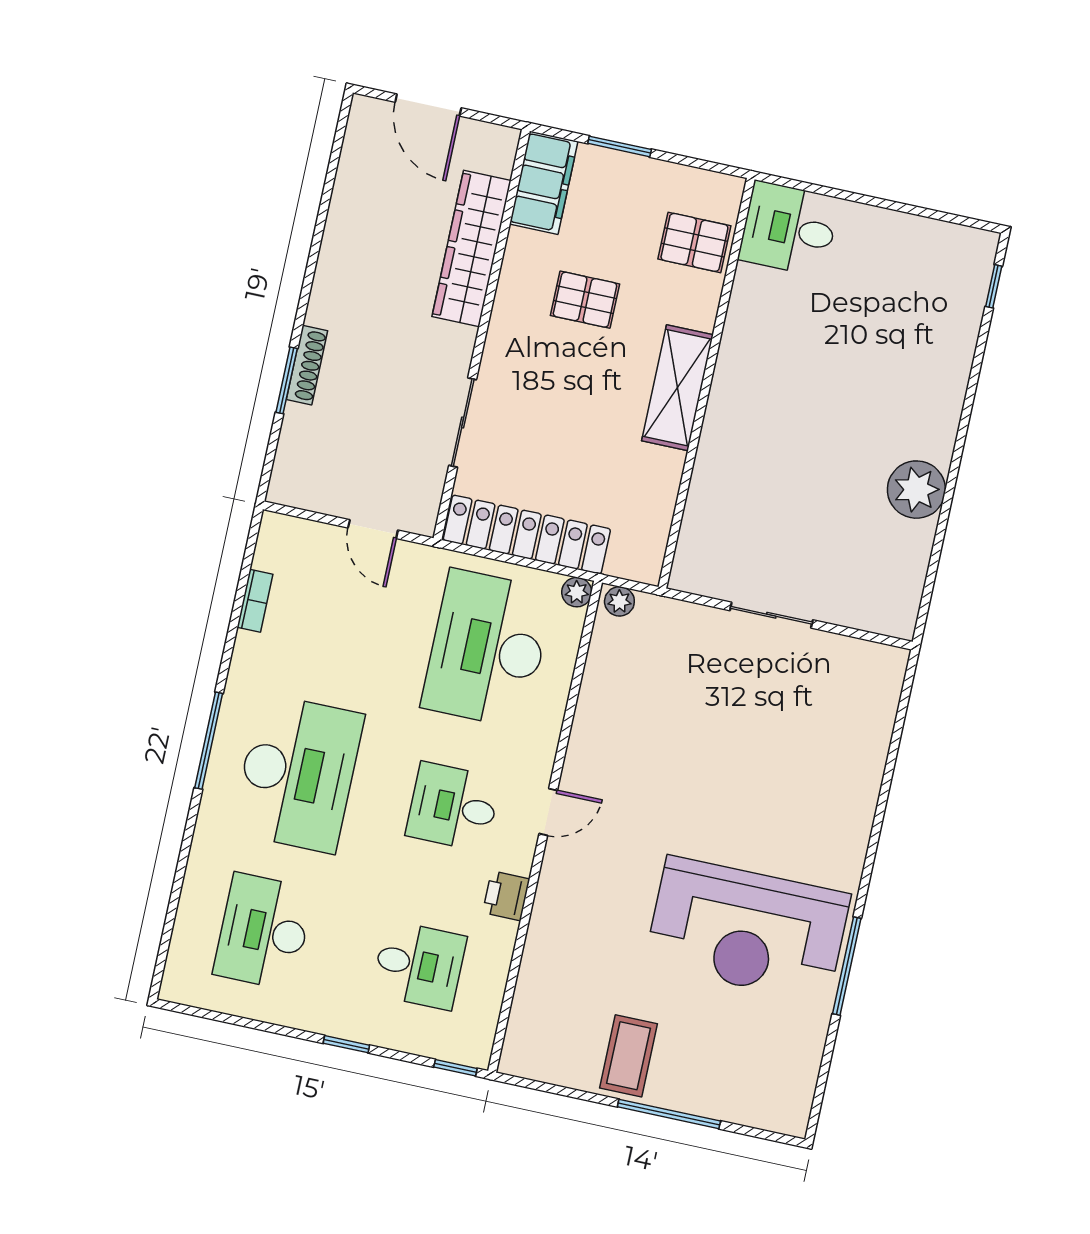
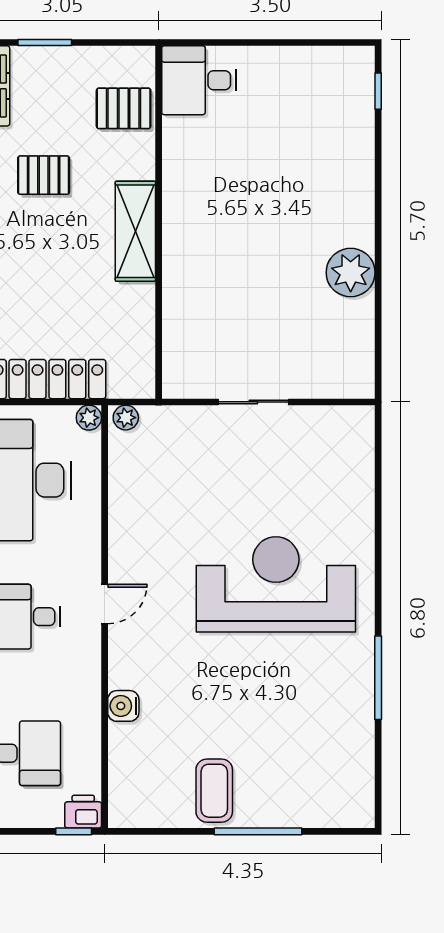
printer: (506, 896) -> (83, 812), moved, turned 90
reception desk: (747, 929) -> (276, 584), moved, turned 180
water cooler: (544, 935) -> (123, 706), added

